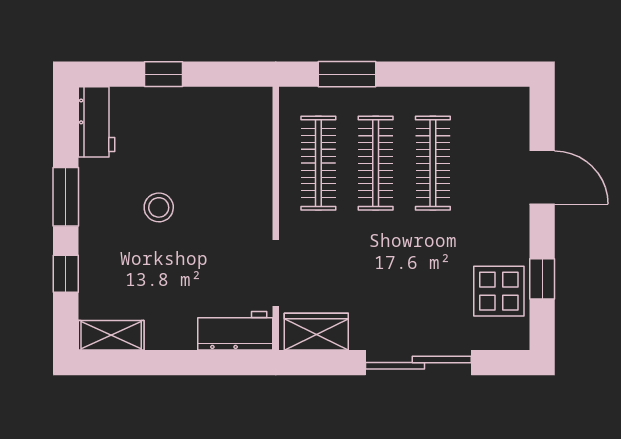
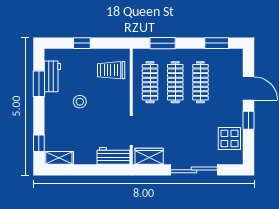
window: (470, 74) -> (217, 43), added
workbench: (96, 122) -> (52, 76), moved
trolley: (230, 136) -> (111, 70), added
window: (66, 197) -> (39, 84), moved
window: (66, 274) -> (39, 143), moved
window: (542, 279) -> (249, 120), moved

